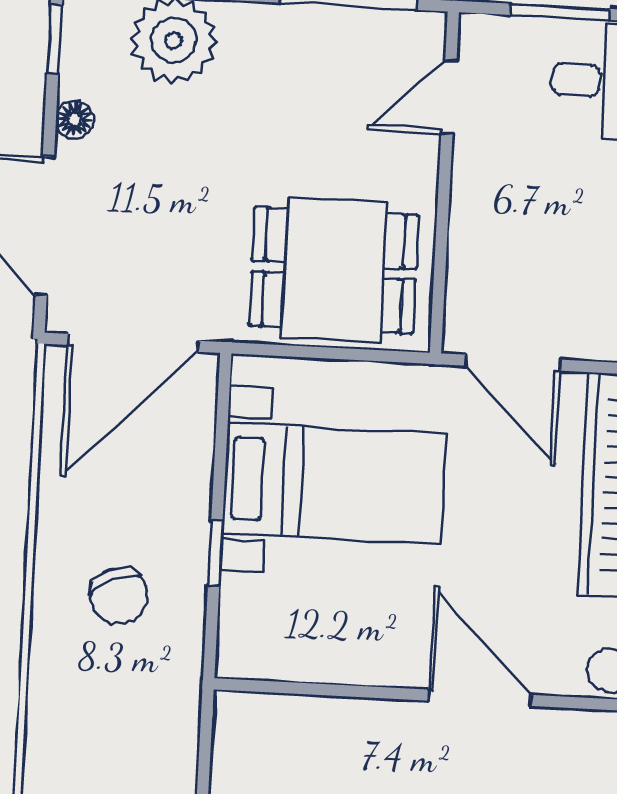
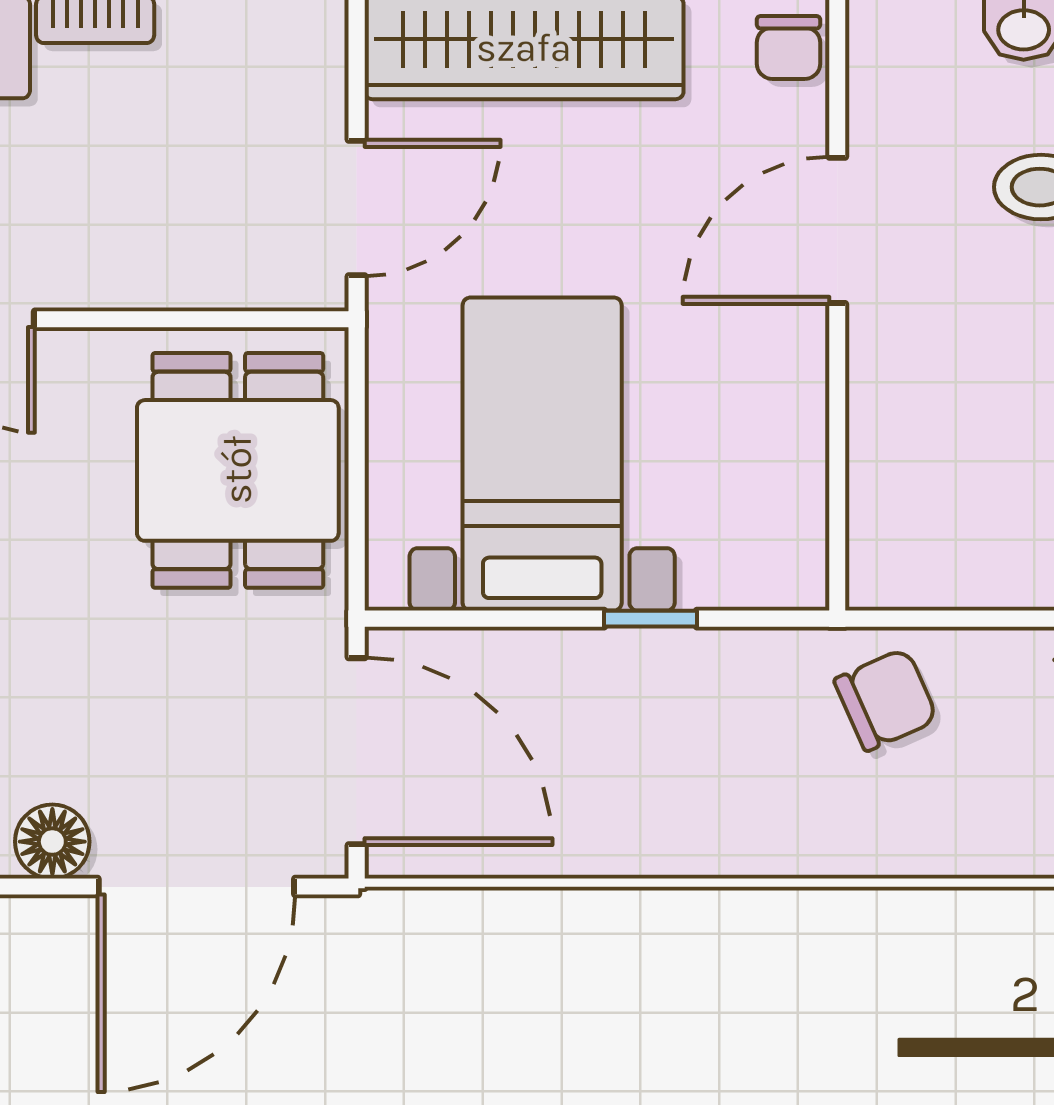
floor lamp: (75, 120) -> (52, 842), width x1.37, depth x1.37
chair: (119, 596) -> (886, 700), moved

